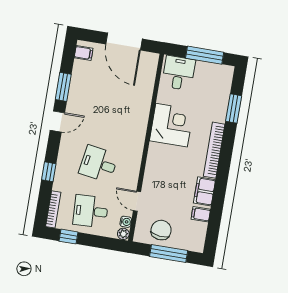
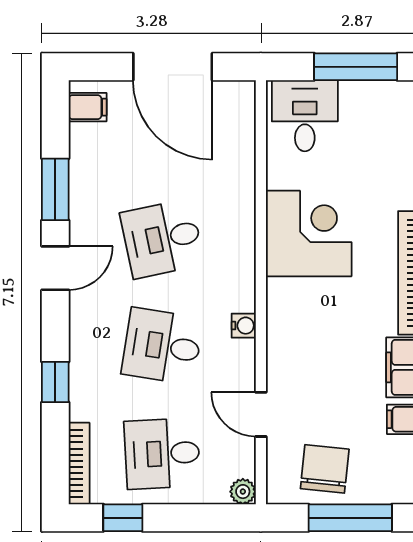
desk: (107, 116) -> (162, 239), added
water cooler: (126, 222) -> (244, 326), moved

